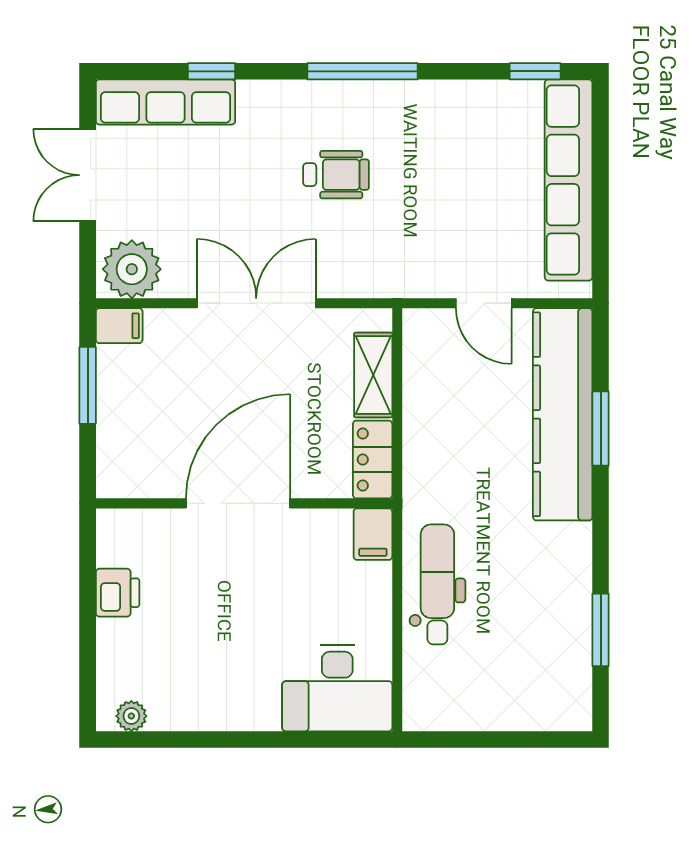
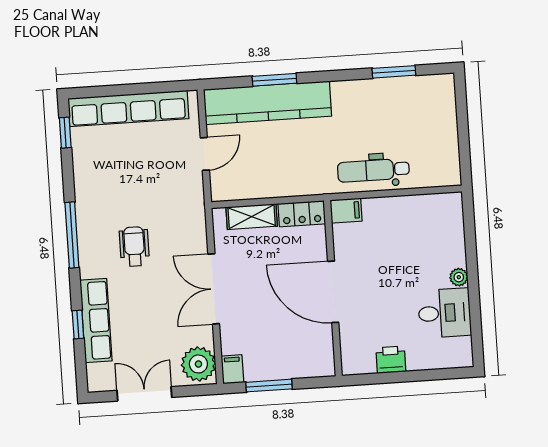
row of seats: (165, 102) -> (96, 320), moved
double door: (88, 175) -> (144, 394), swing flipped
desk: (337, 688) -> (445, 313), moved, width x0.73
plant: (131, 716) -> (459, 277), moved

